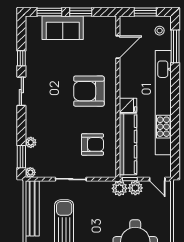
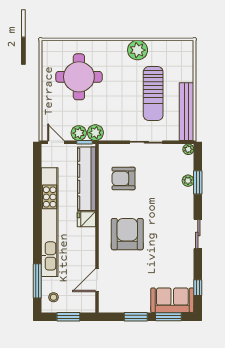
sofa: (63, 28) -> (172, 300), moved
window: (21, 58) -> (198, 288), moved
armchair: (89, 91) -> (127, 234), turned -90
window: (21, 157) -> (198, 182), moved

